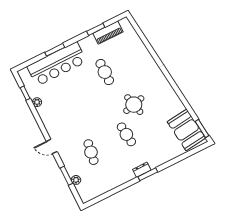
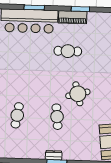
piano: (108, 33) -> (73, 17), moved
cafe table: (105, 72) -> (68, 51), turned 90

